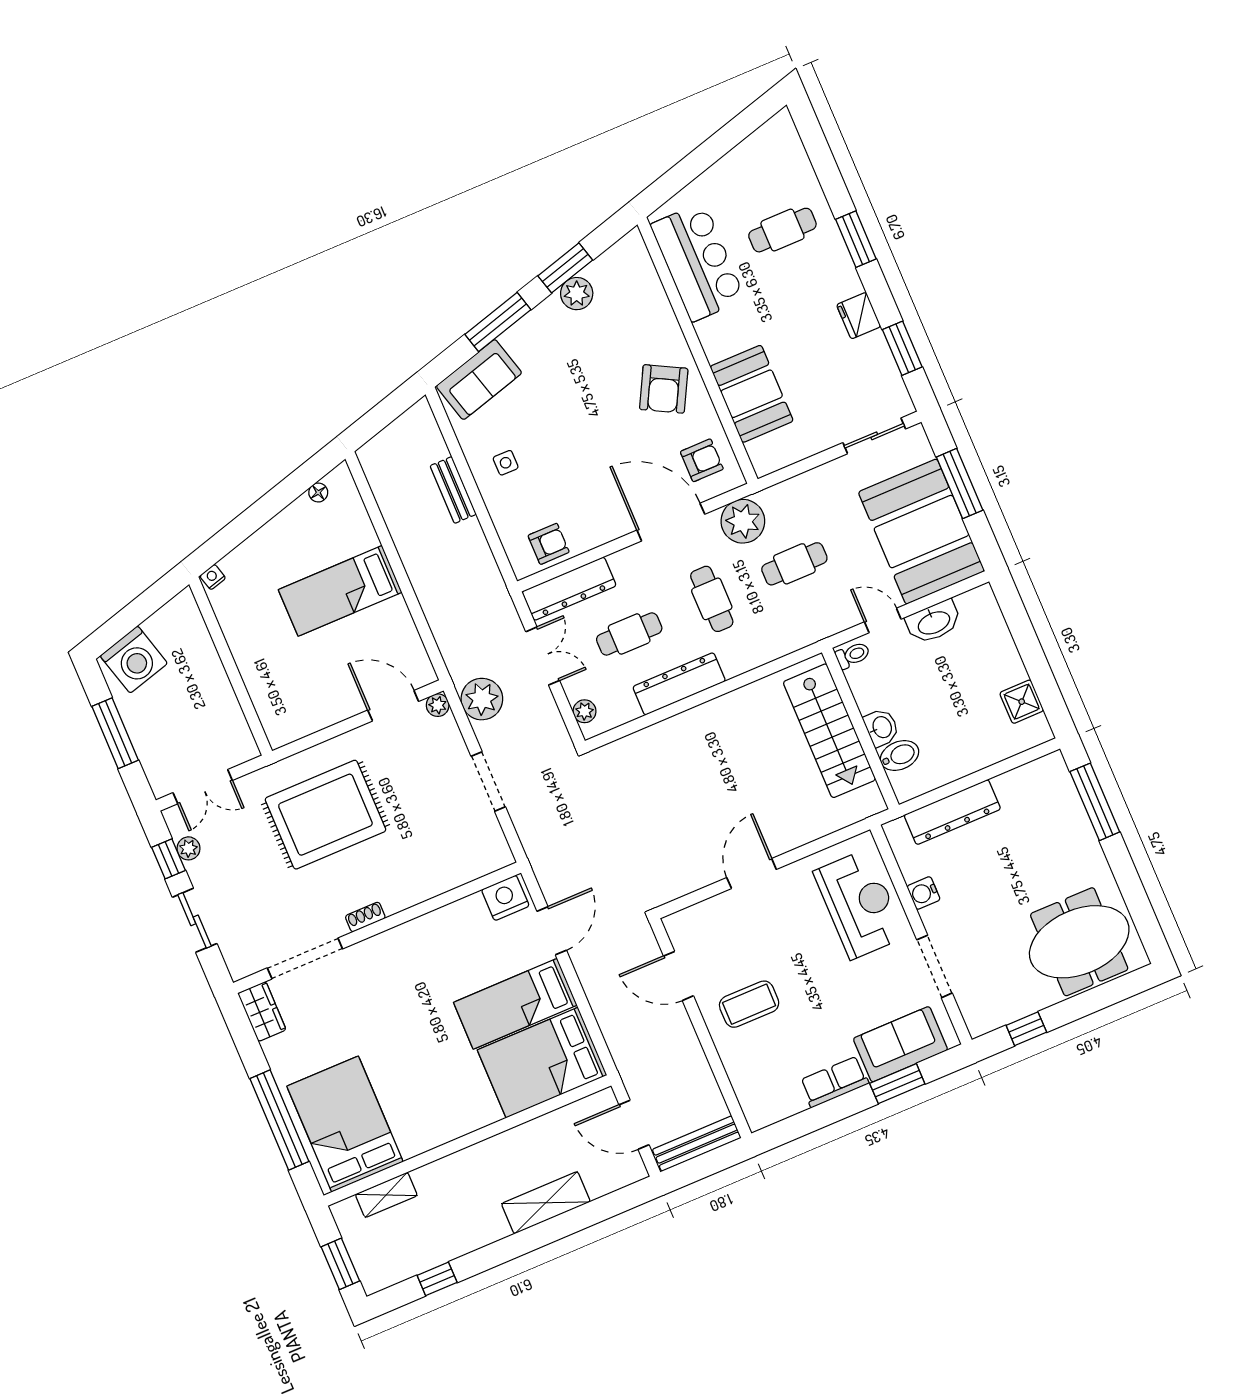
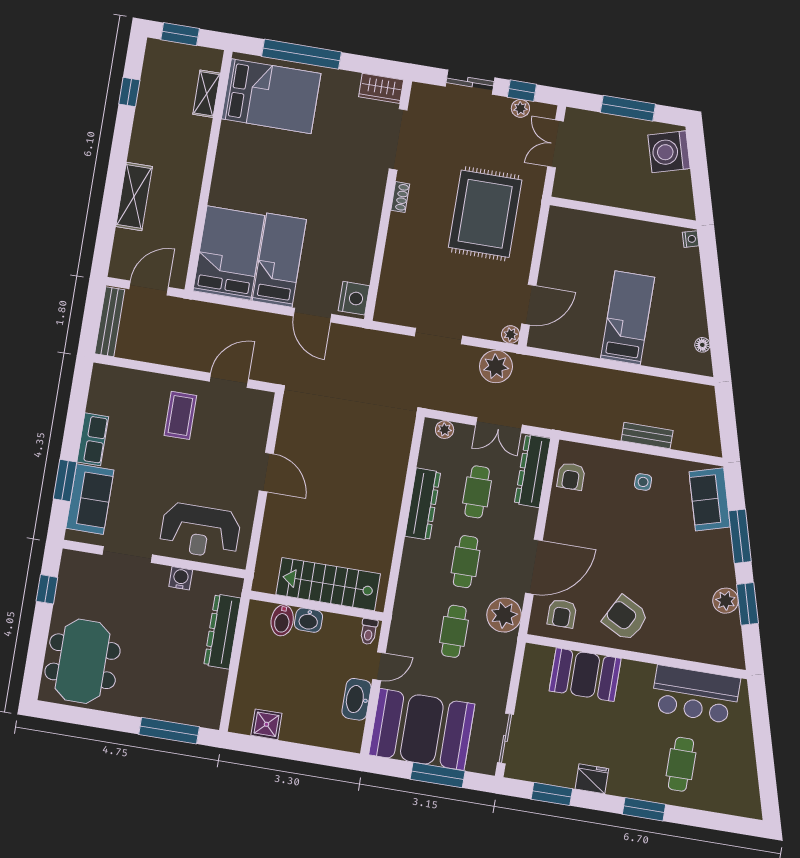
cafe table: (712, 599) -> (466, 562), turned 90

